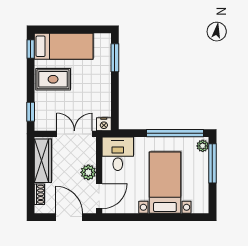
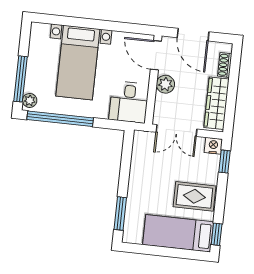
nightstand: (104, 124) -> (213, 146), moved
door: (99, 196) -> (156, 55), hinge flipped

